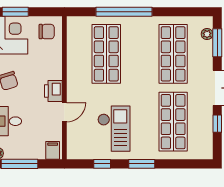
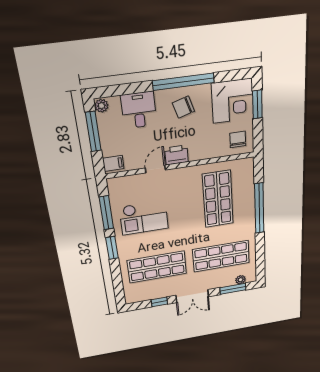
chair: (47, 32) -> (238, 139), turned 180
shop shelf: (106, 54) -> (218, 199), turned 90
door: (64, 112) -> (155, 169), swing flipped
window: (102, 164) -> (106, 213), width x2.17

